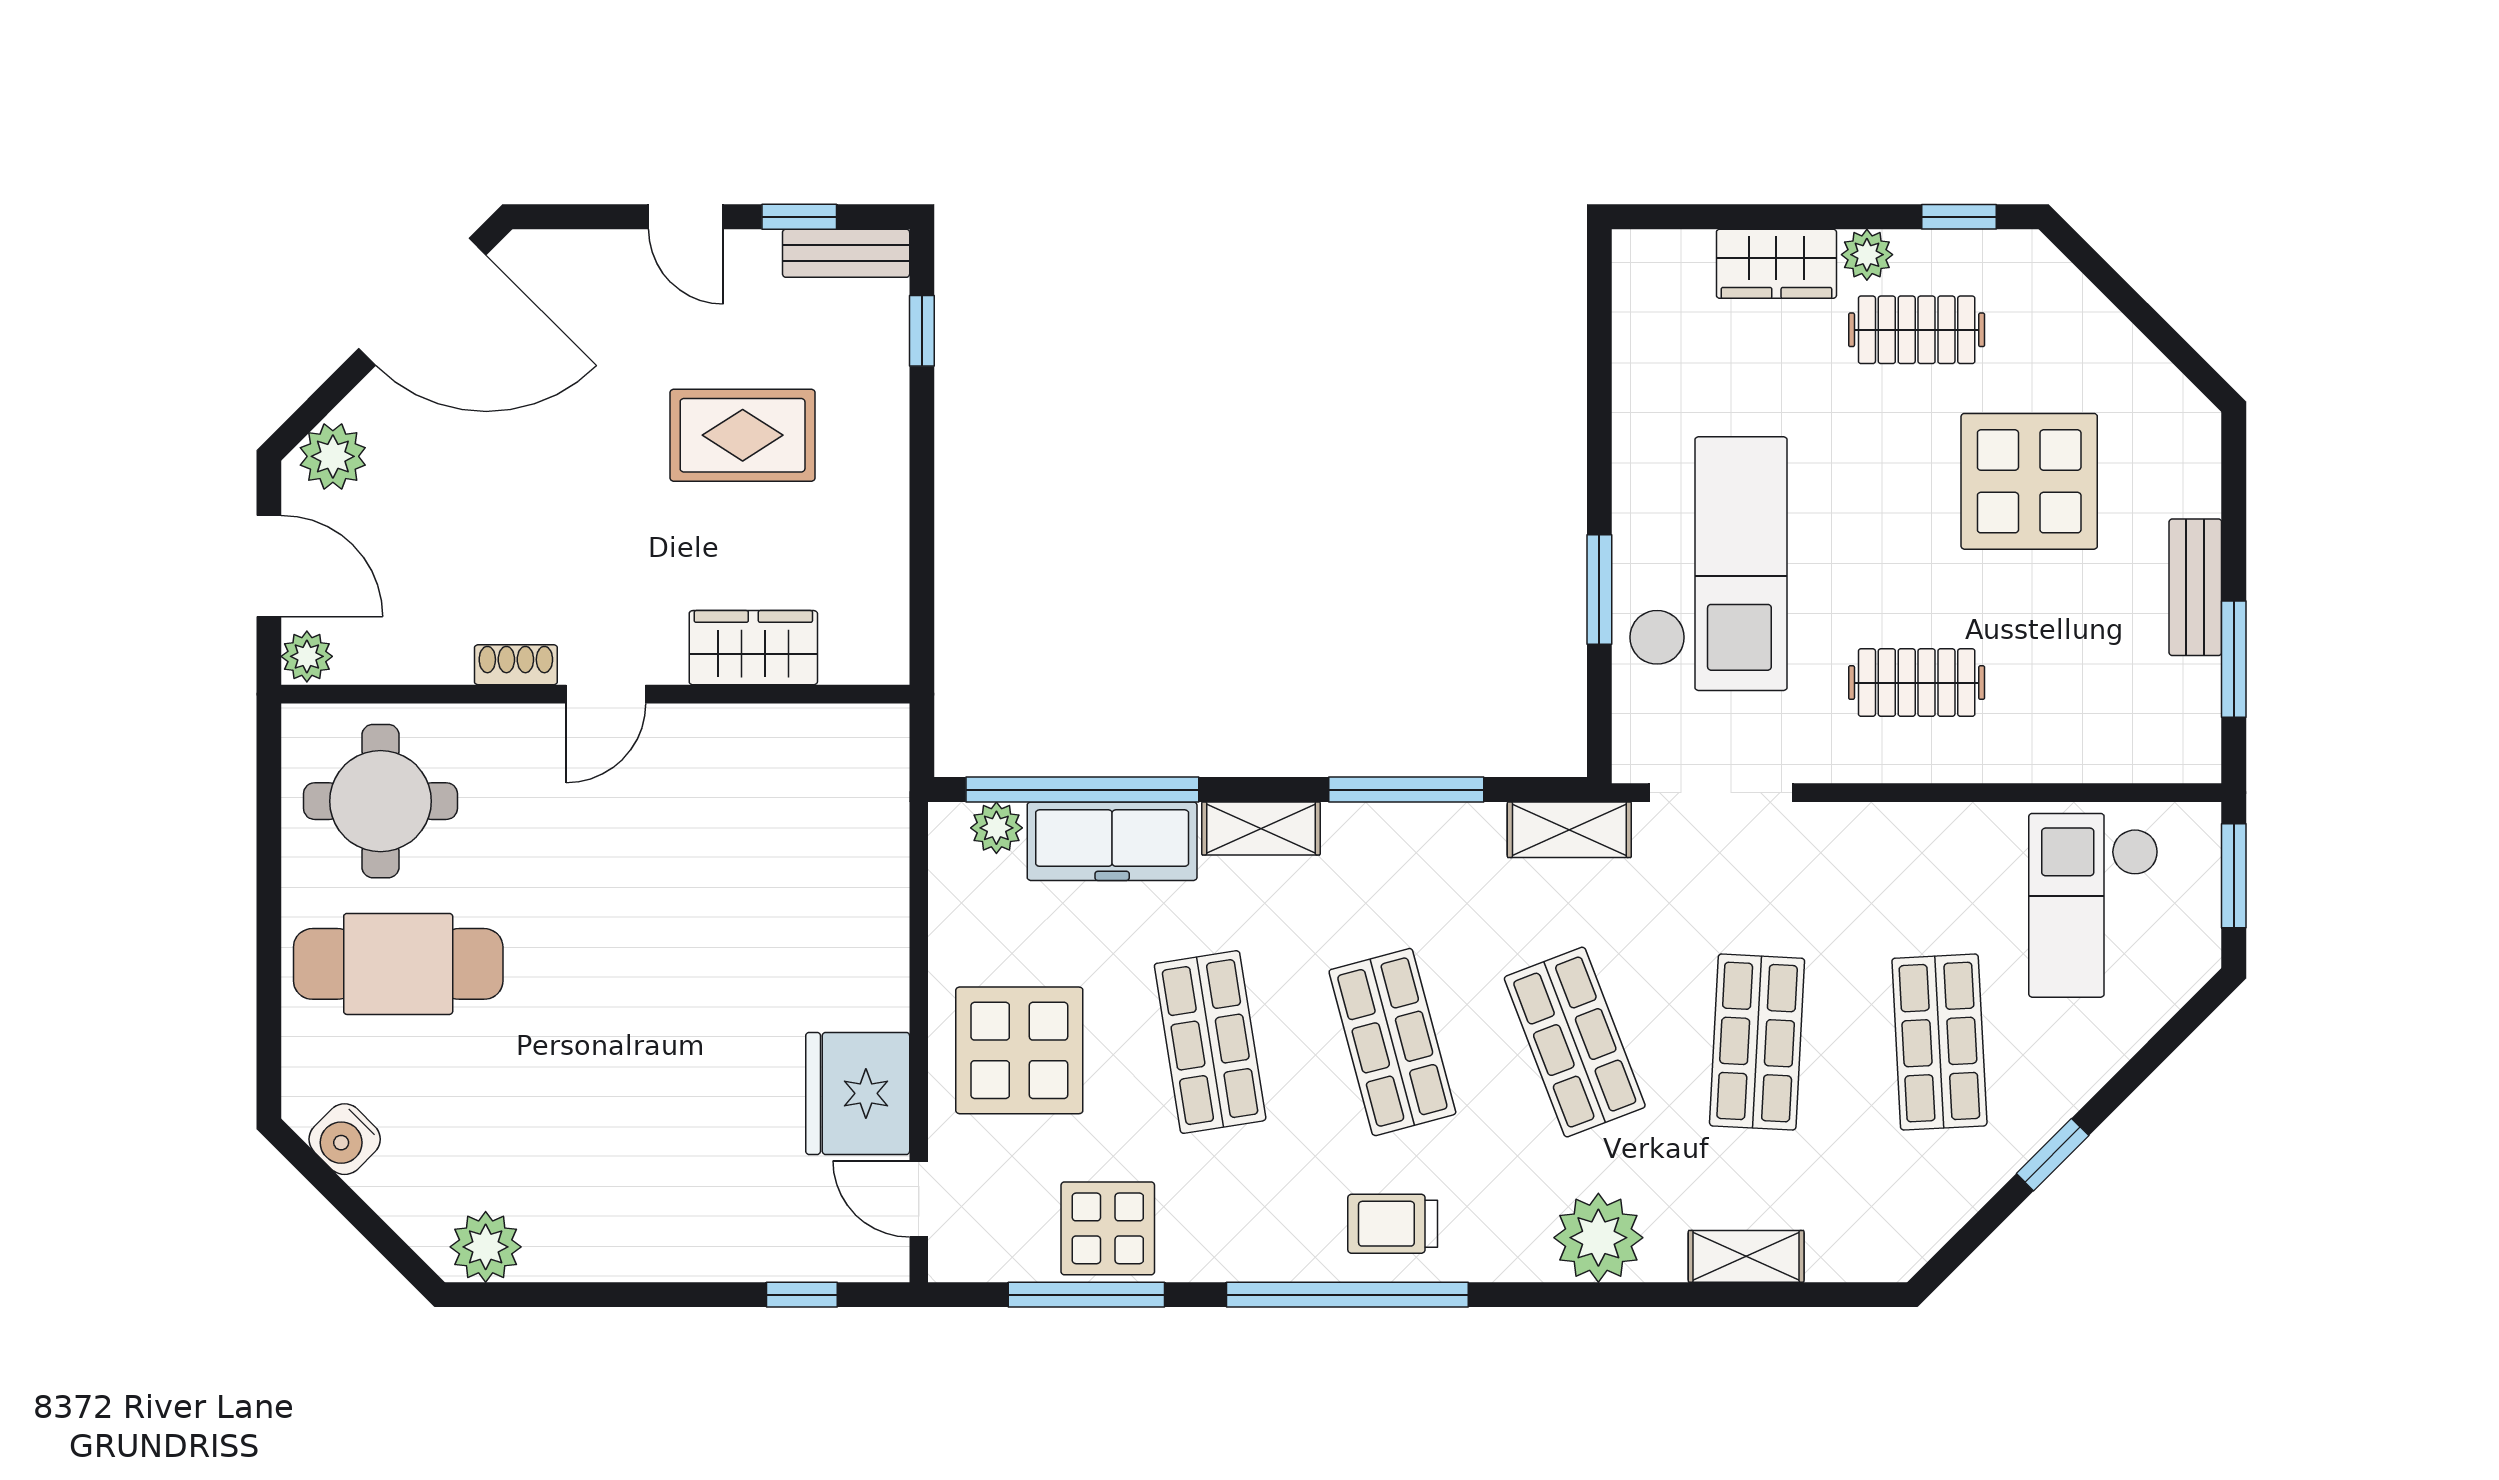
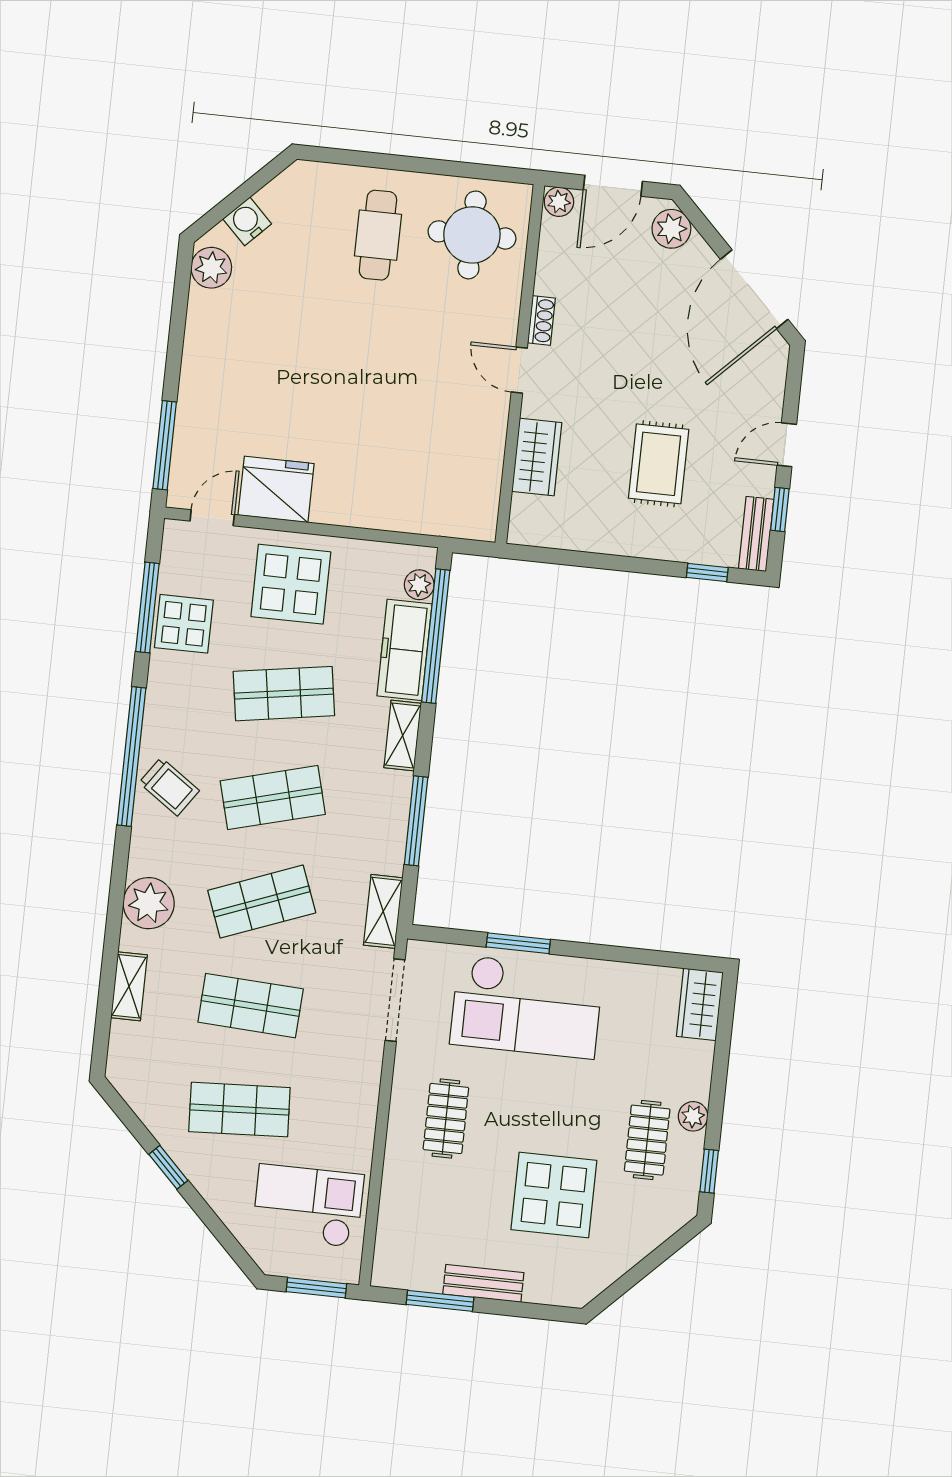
wardrobe: (1776, 264) -> (700, 1004), moved
cafe table: (398, 964) -> (378, 235), width x0.73, depth x0.74
water cooler: (345, 1139) -> (247, 221), moved
trolley: (1393, 1224) -> (169, 787), turned 125
window: (802, 1295) -> (165, 445), width x2.17

